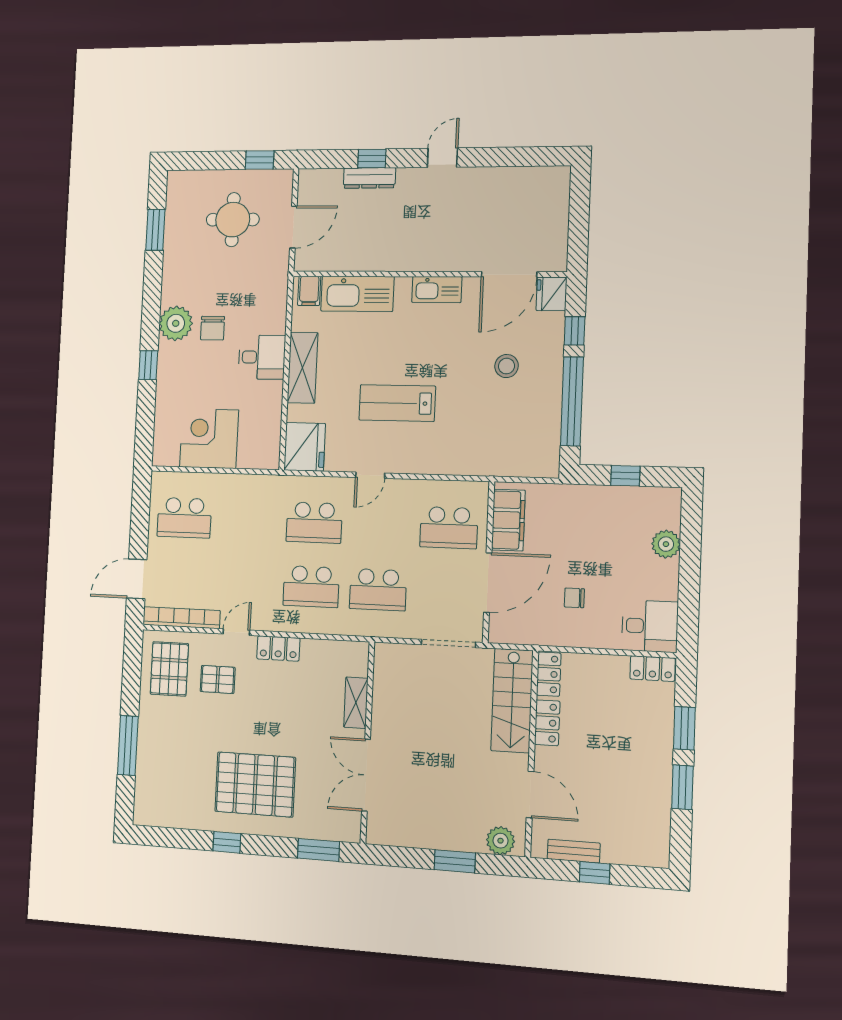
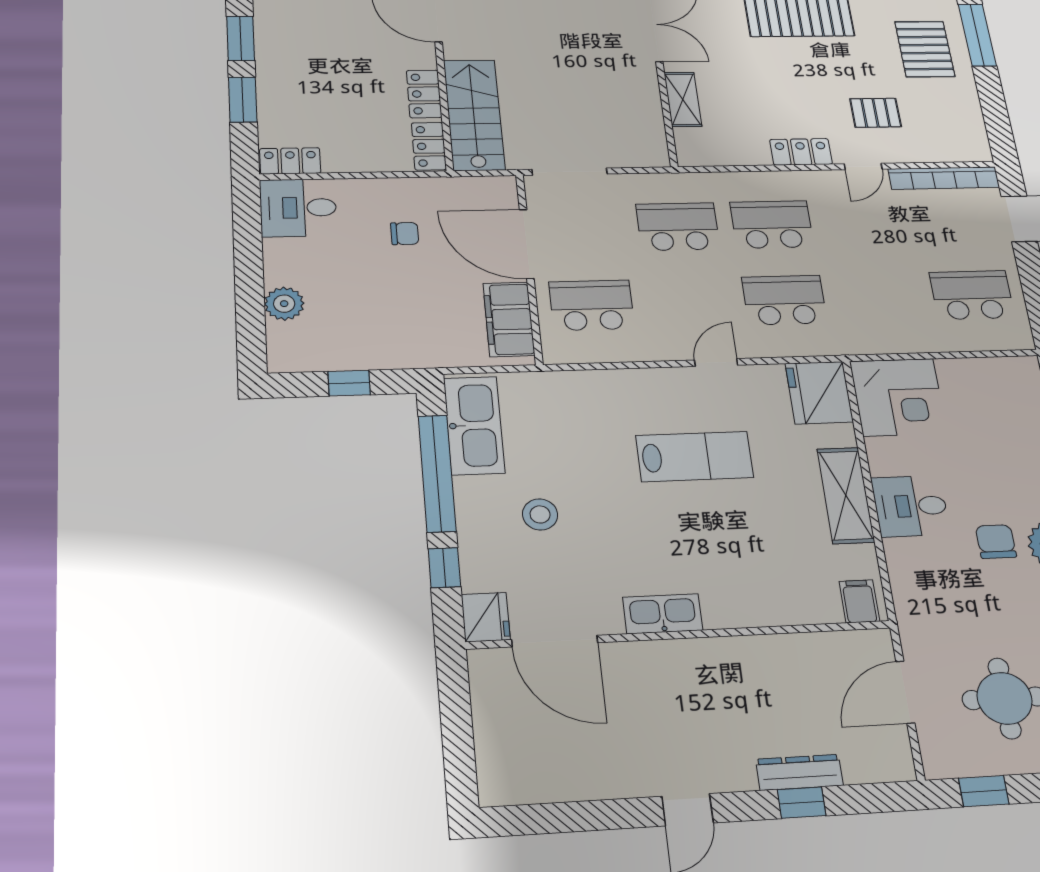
door: (509, 274) -> (555, 641), swing flipped
kitchen sink: (357, 294) -> (474, 425), moved, turned 90
corner desk: (209, 439) -> (898, 397), moved
door: (488, 583) -> (527, 244), hinge flipped
pallet: (169, 669) -> (925, 49), moved

